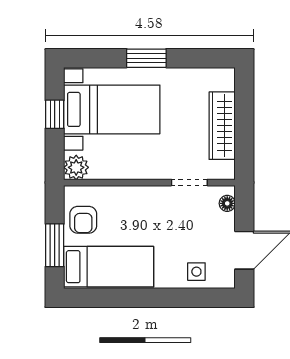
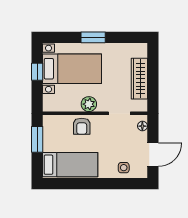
plant: (76, 167) -> (89, 104), moved
armchair: (83, 220) -> (82, 126), moved
window: (55, 245) -> (37, 139), moved

